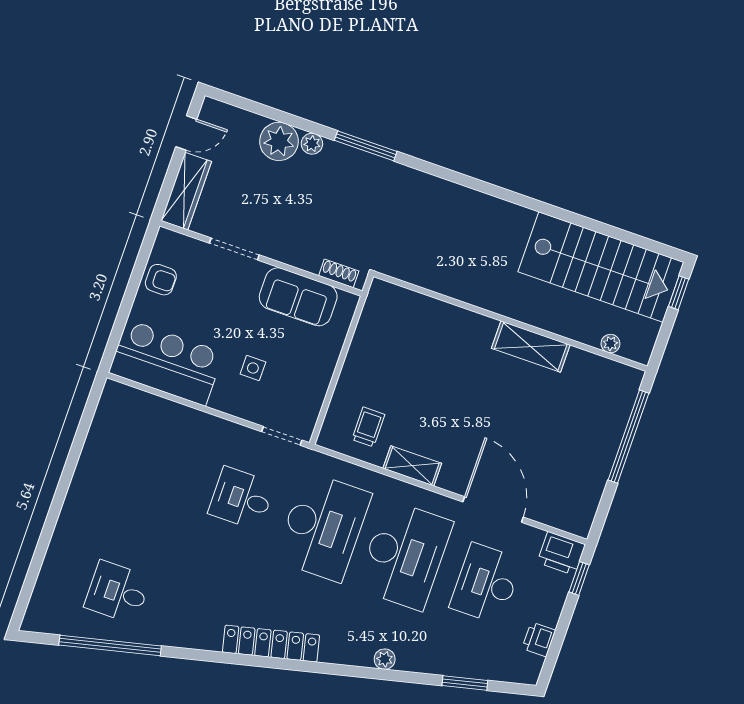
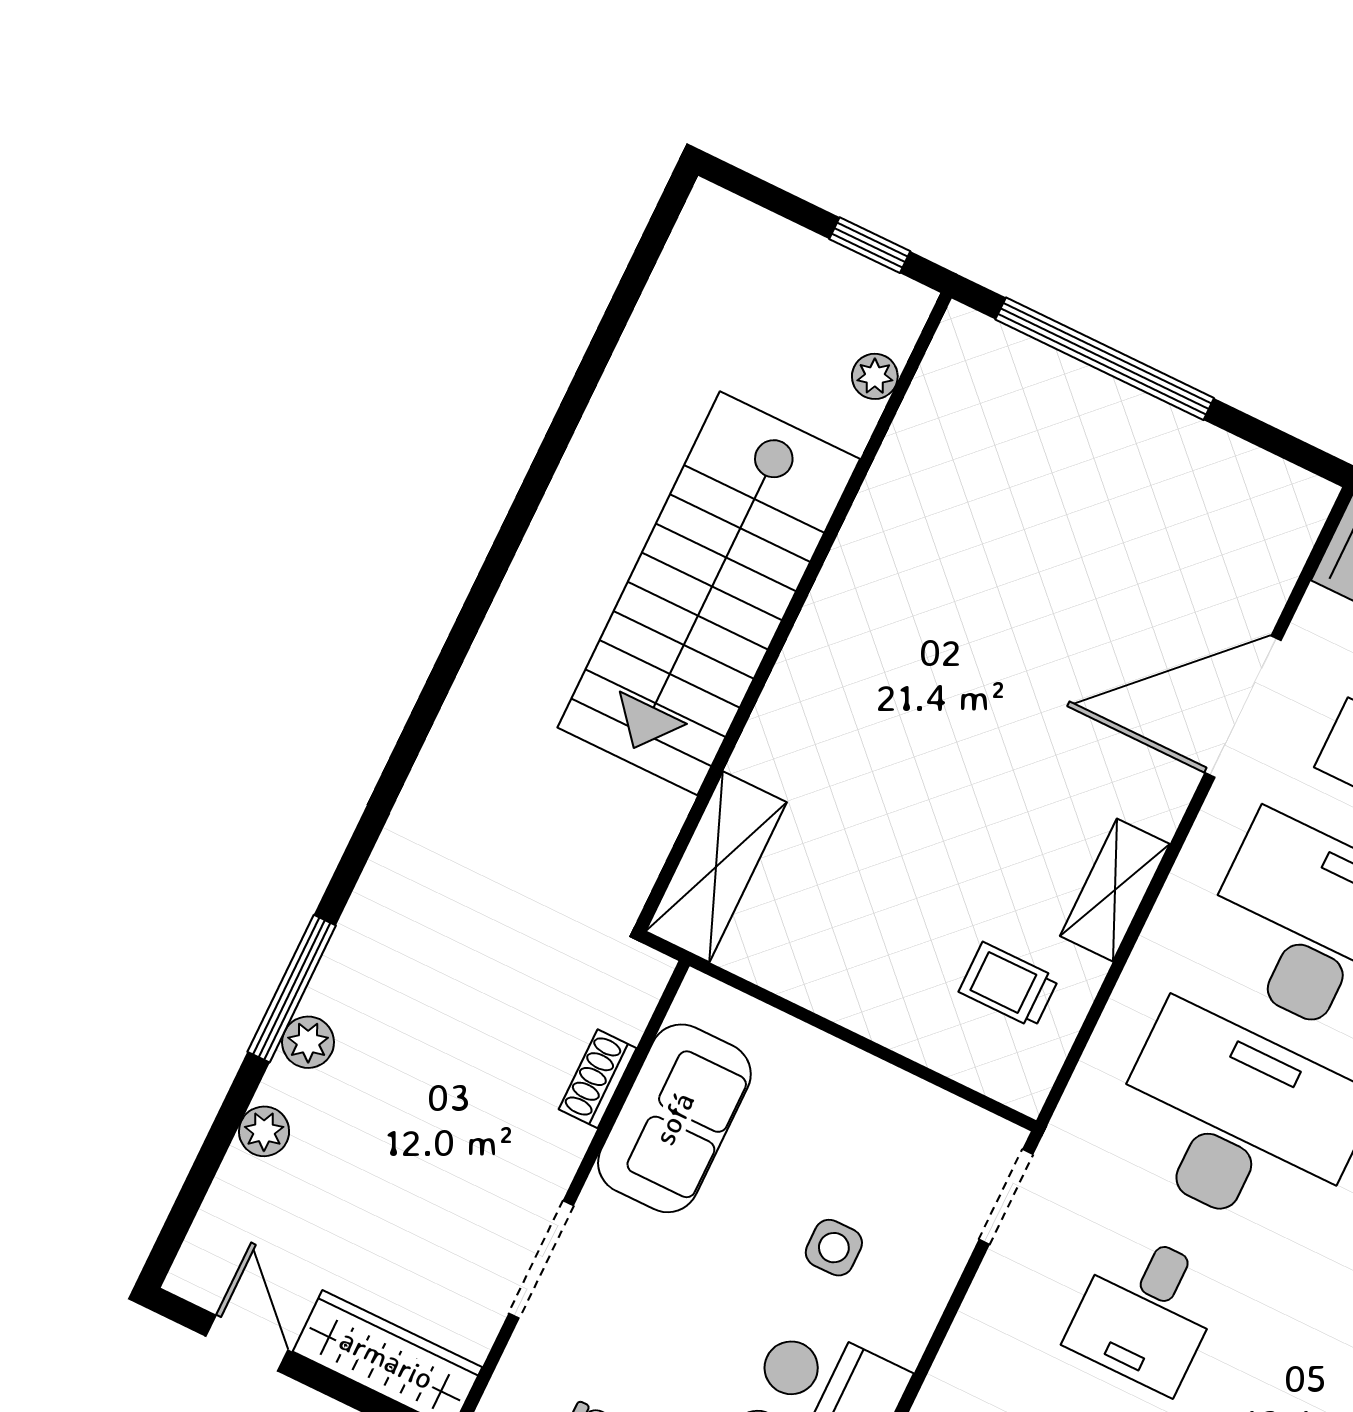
plant: (279, 141) -> (264, 1131), width x0.53, depth x0.53
window: (366, 146) -> (292, 989), moved
stairs: (601, 267) -> (709, 593), moved, turned 180
shoe rack: (339, 273) -> (598, 1079), moved
window: (679, 293) -> (870, 245), moved
shelving: (531, 347) -> (716, 867), moved

